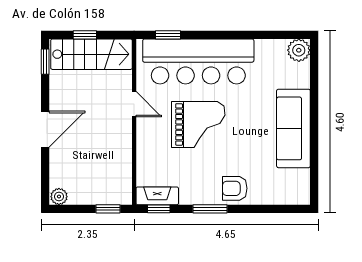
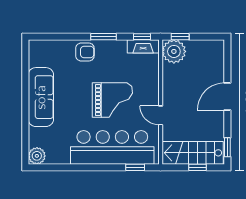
grand piano: (198, 124) -> (112, 100), turned 180
plant: (59, 197) -> (174, 51), moved, width x1.87, depth x1.87

